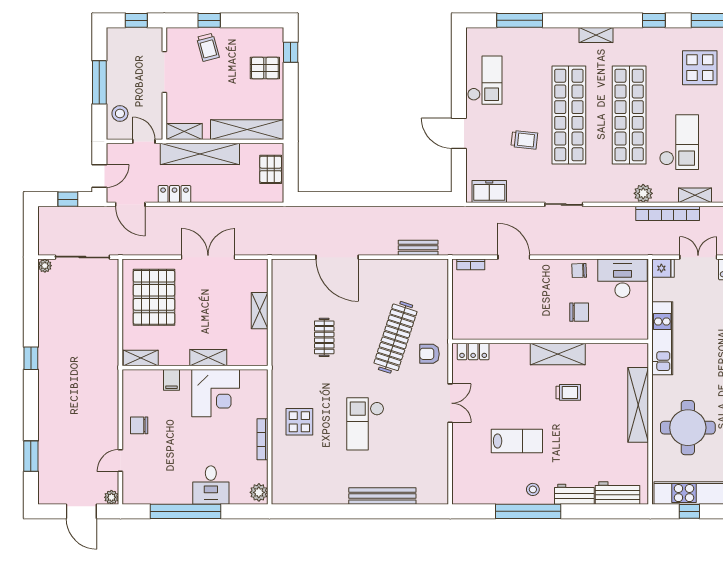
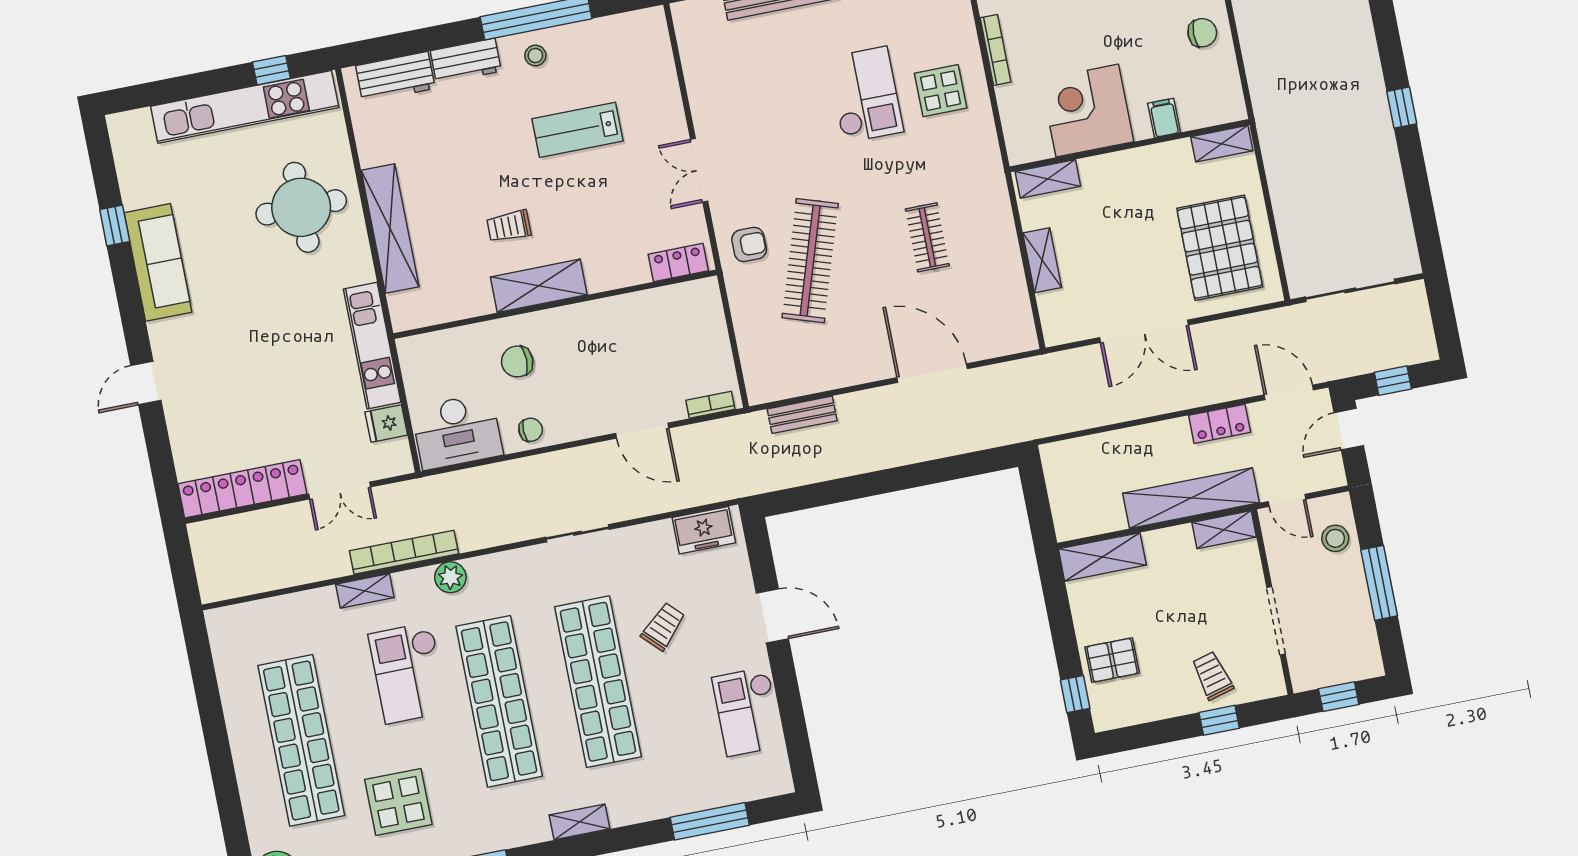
shelving: (247, 130) -> (1102, 557), width x0.68
trolley: (524, 140) -> (663, 626), turned 129
pallet: (271, 169) -> (1070, 496), removed
plant: (45, 266) -> (1409, 264), removed
fridge: (663, 268) -> (386, 424), moved
shelving: (208, 358) -> (1048, 179), moved
checkout: (365, 424) -> (865, 95), moved

